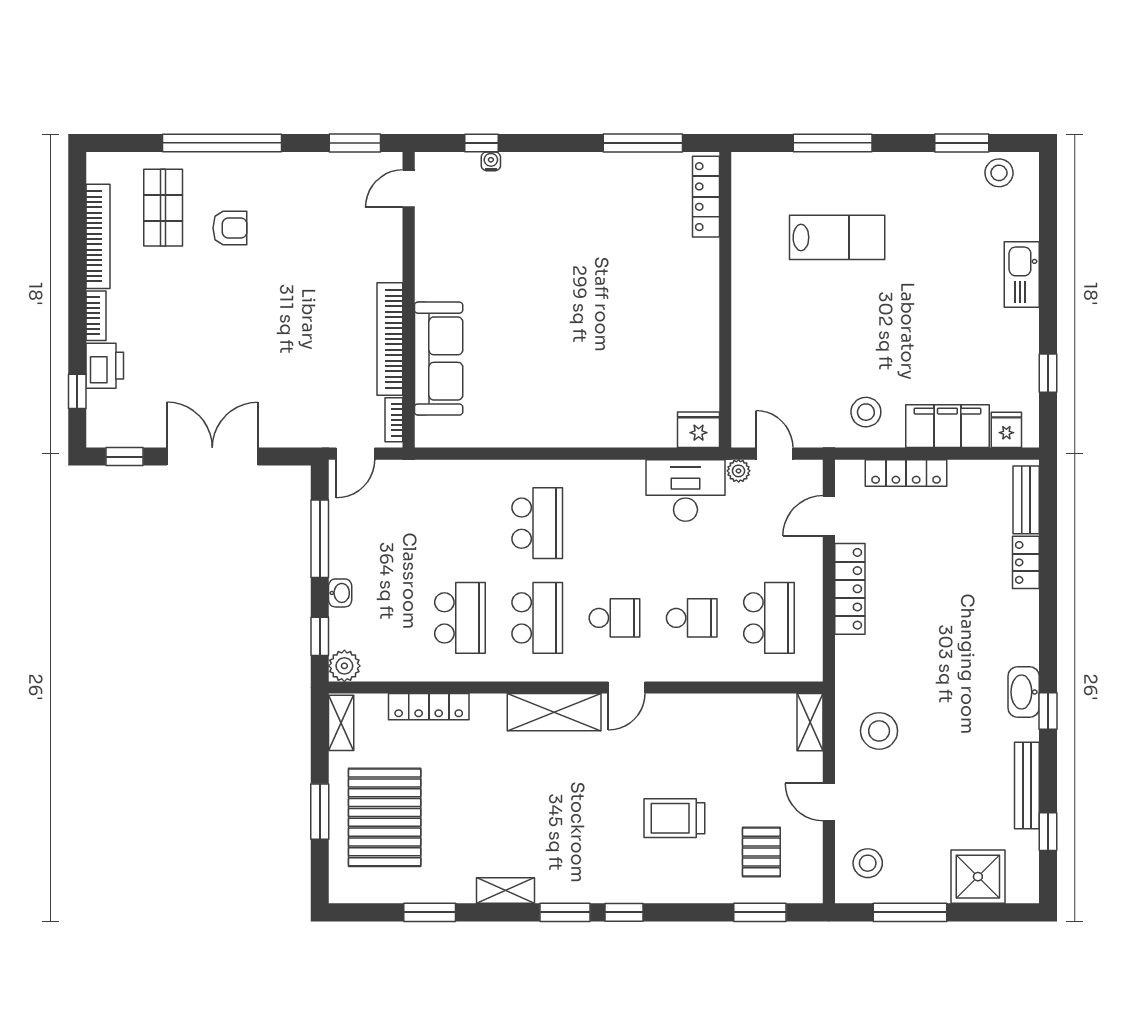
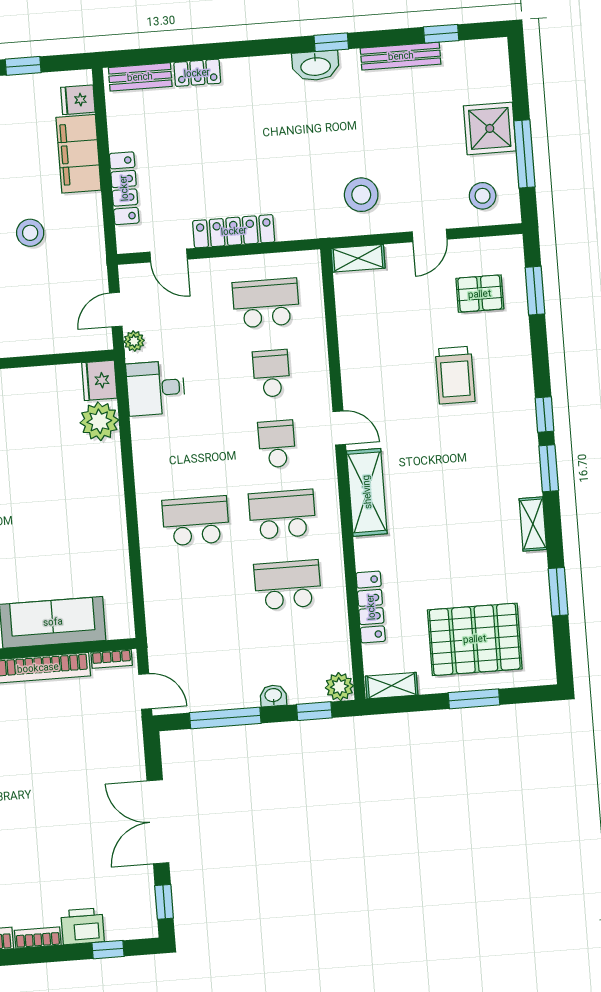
stool: (866, 412) -> (30, 233), moved
plant: (654, 426) -> (99, 421), added
desk: (685, 490) -> (156, 388), width x0.73
shower: (978, 877) -> (490, 128), moved

